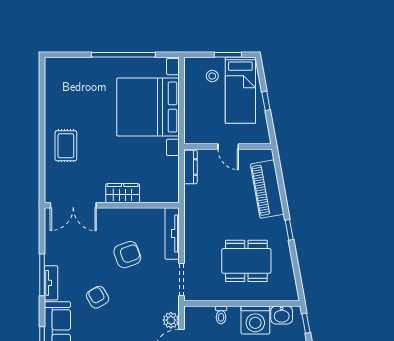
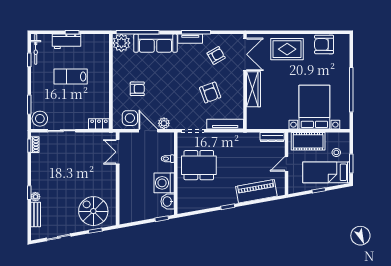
armchair: (59, 93) -> (324, 44), added
bed with nightstands: (148, 107) -> (314, 107), width x0.73
cot: (196, 116) -> (308, 141), added
rug: (66, 146) -> (287, 49), width x1.36, depth x1.43
wardrobe: (123, 193) -> (254, 89), width x1.50
double door: (73, 205) -> (245, 54), swing flipped
dining table: (246, 261) -> (199, 165), moved, turned 90
armchair: (98, 297) -> (216, 55), moved

